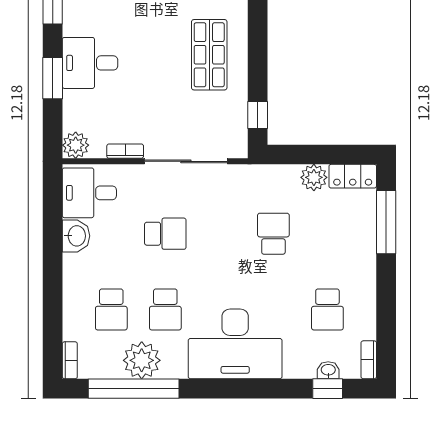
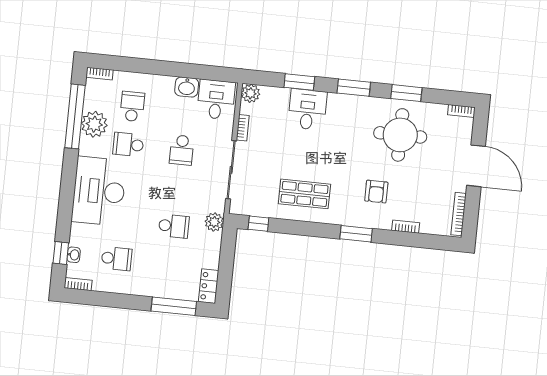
plant: (314, 177) -> (214, 222), moved
school desk: (111, 309) -> (132, 106), turned 90
school desk: (327, 309) -> (117, 259), turned 180

